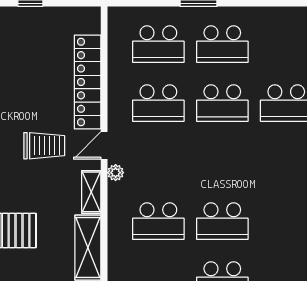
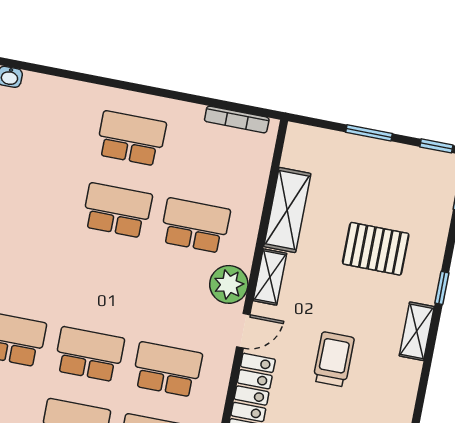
trolley: (44, 146) -> (334, 359), moved, turned 90
plant: (116, 173) -> (229, 284), width x1.87, depth x1.87

